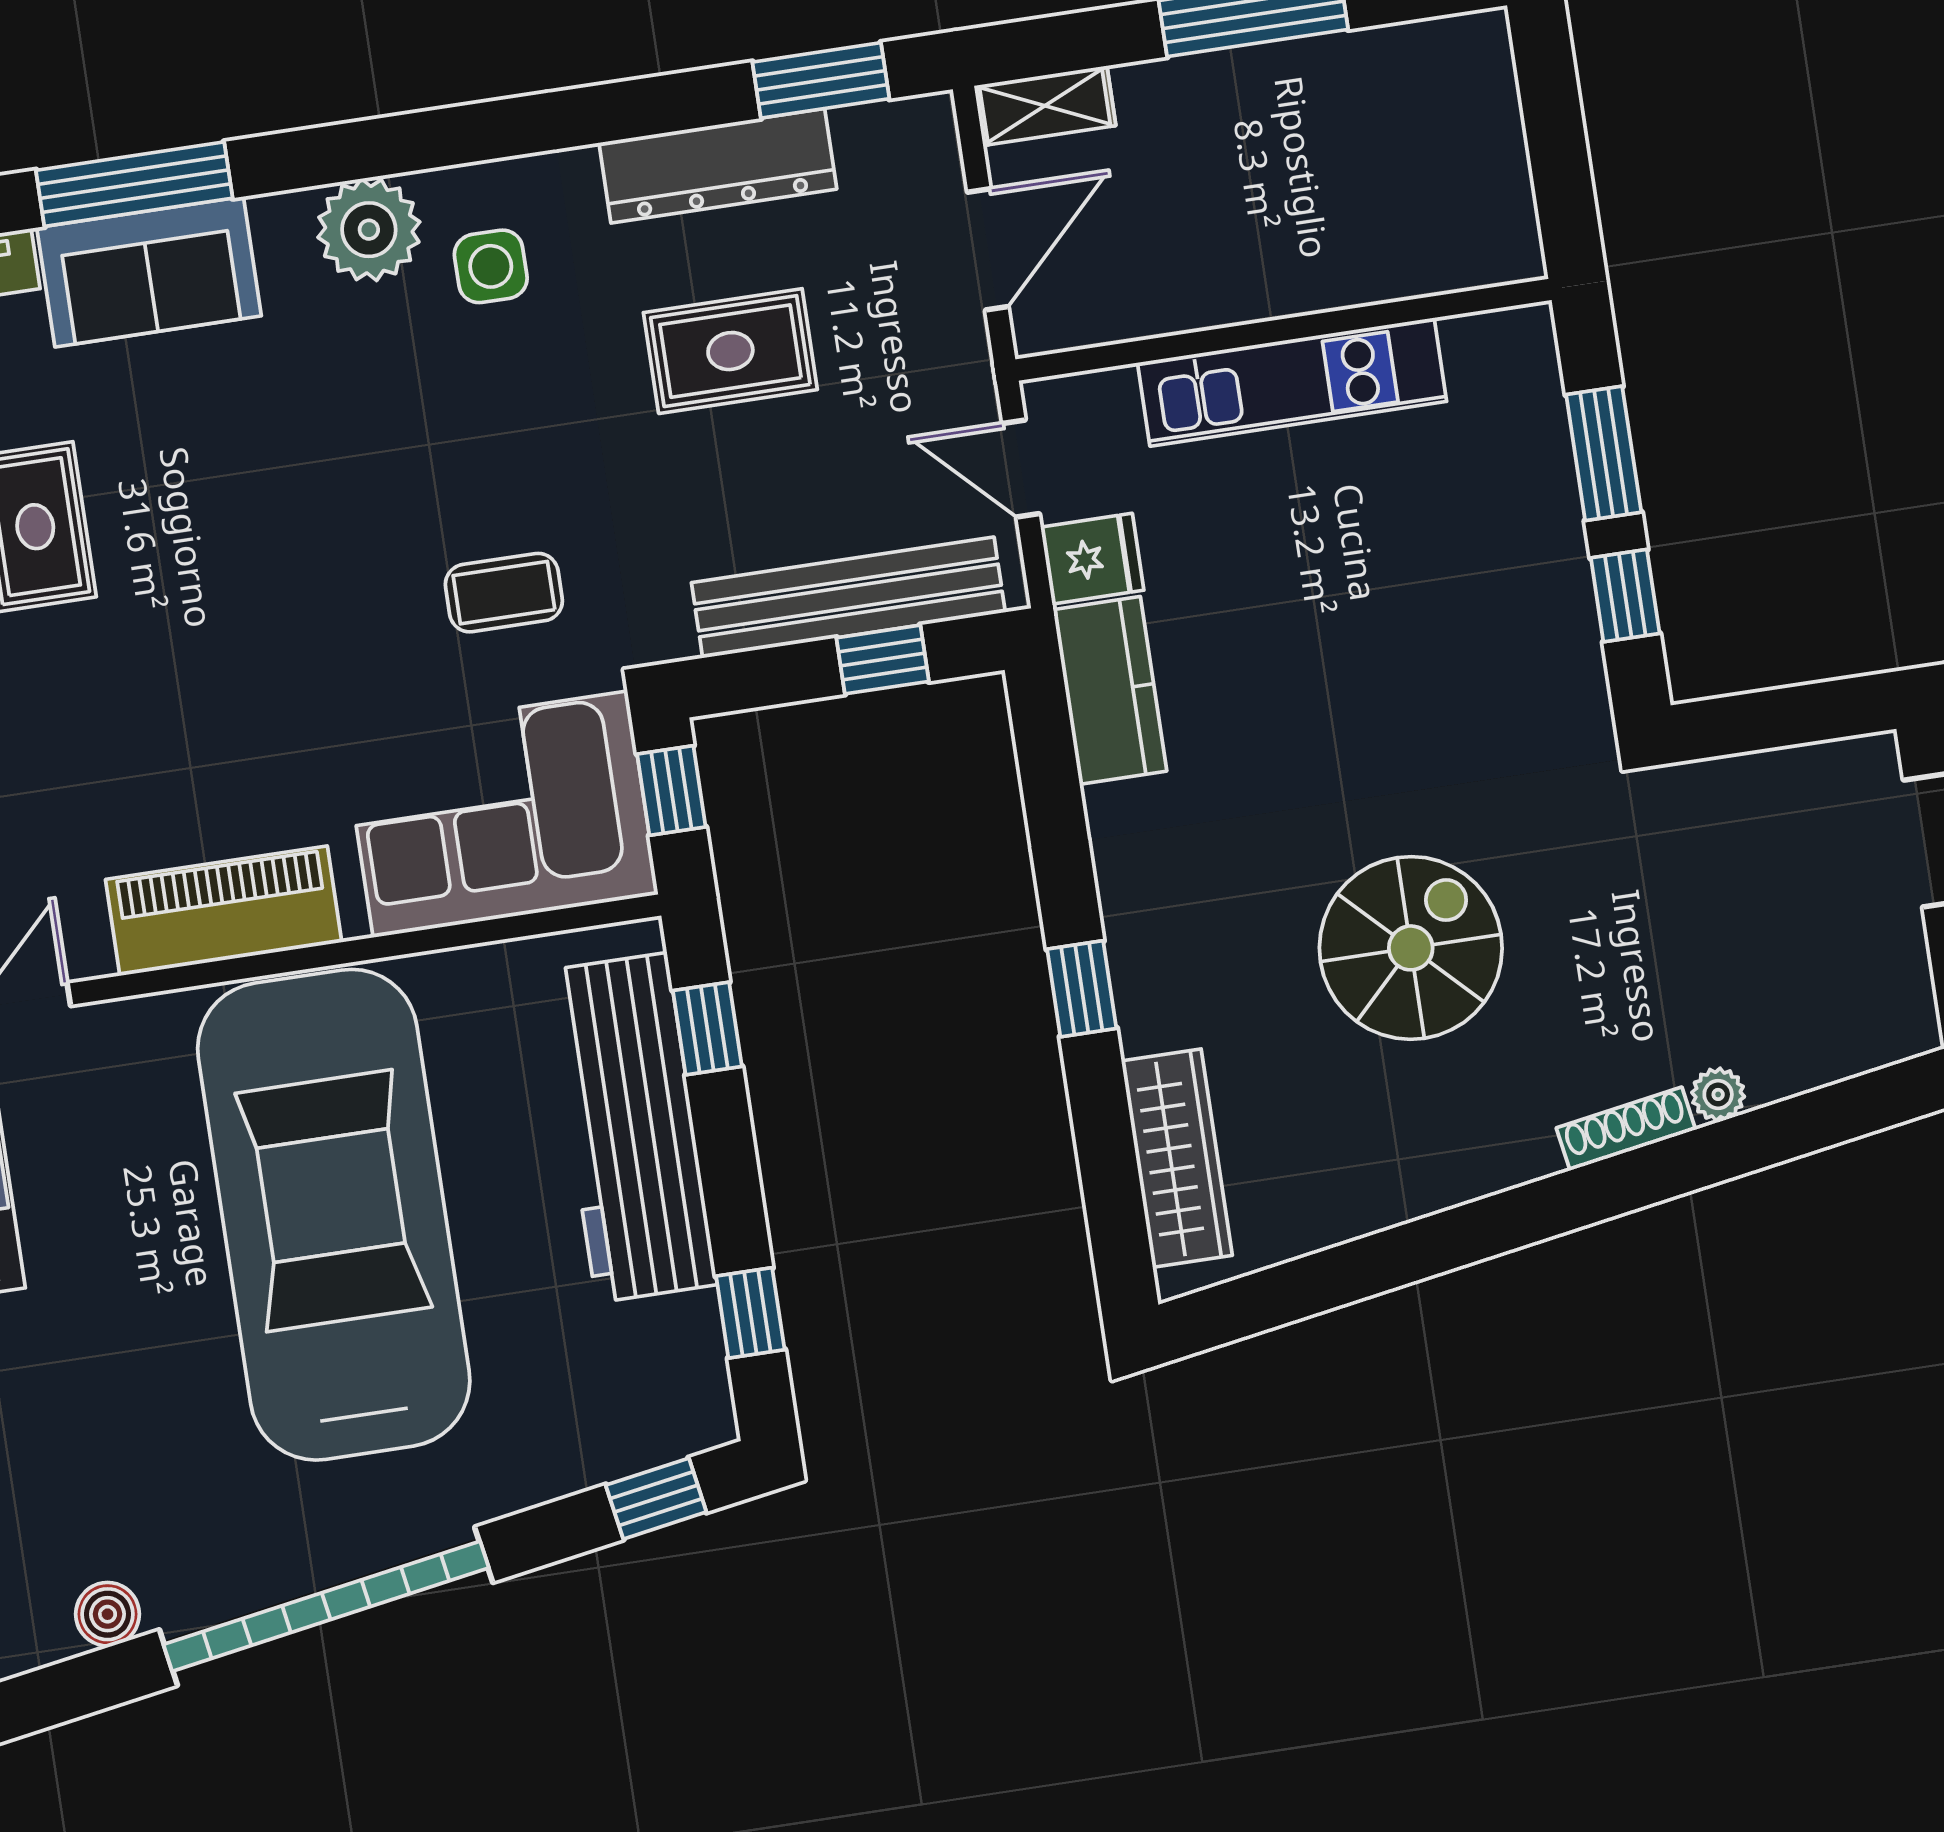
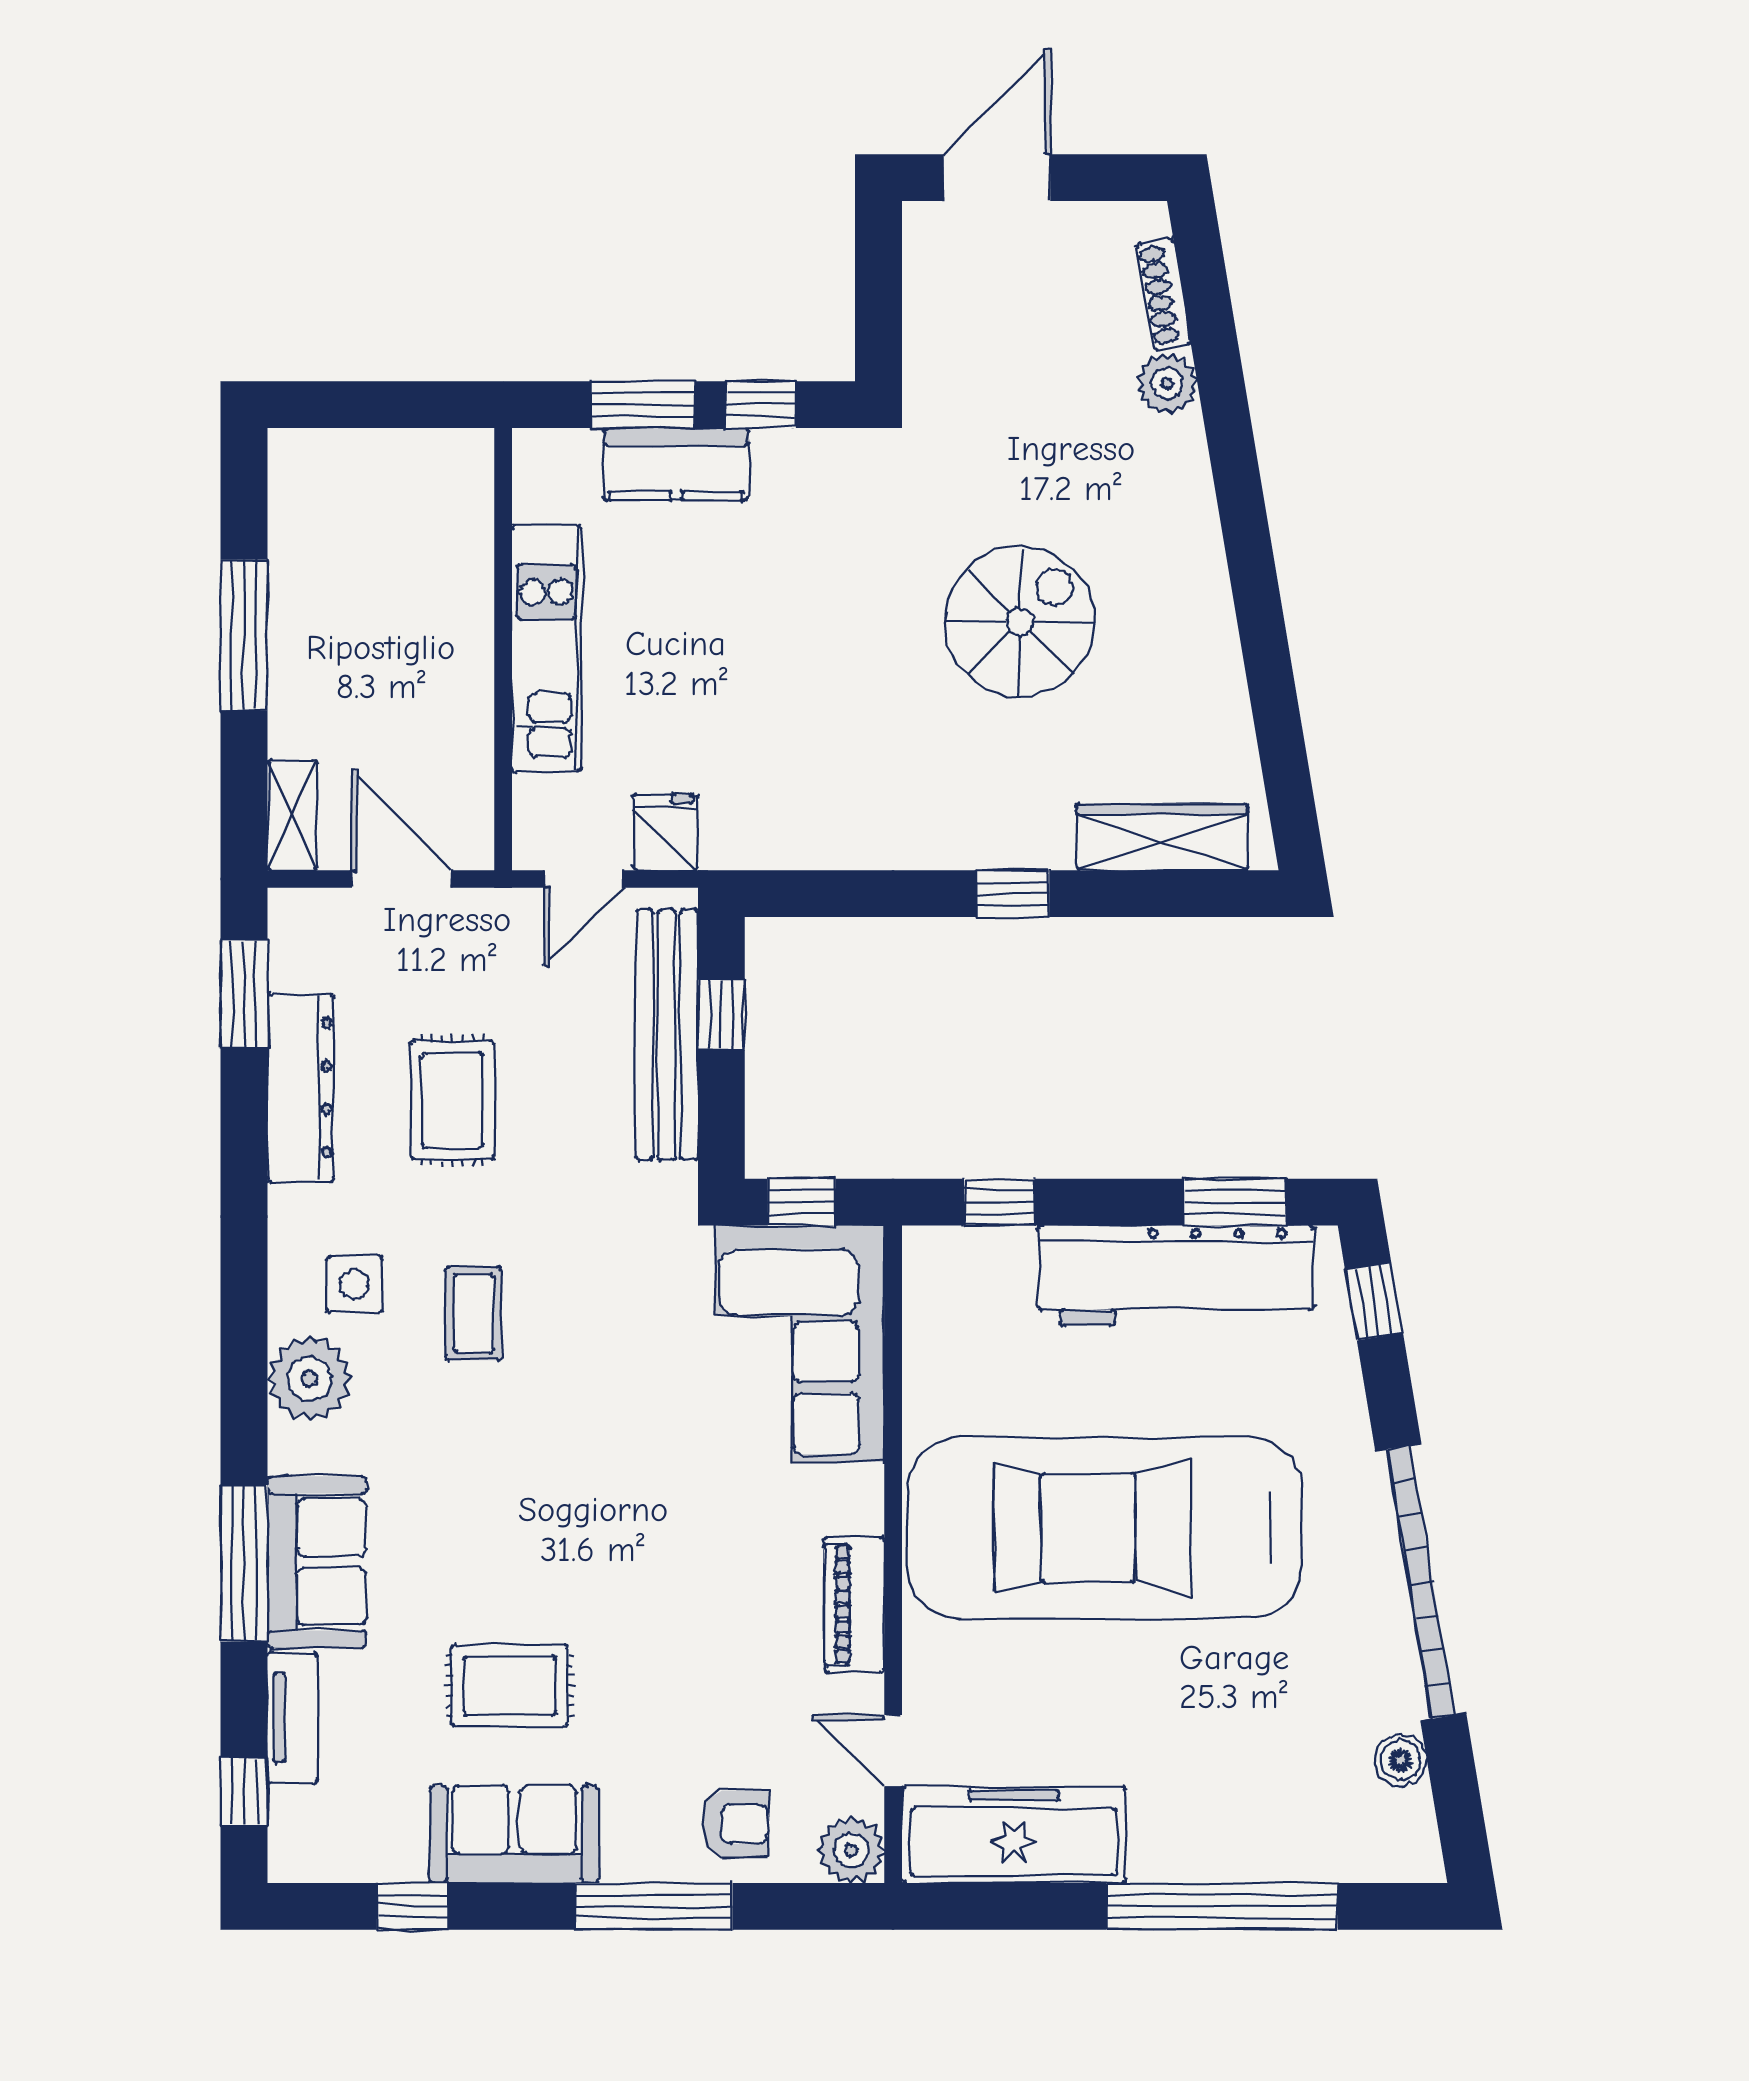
coffee table: (504, 593) -> (474, 1313), moved
kitchen counter: (1110, 690) -> (676, 464), moved, turned 180
piano: (224, 911) -> (854, 1605), width x0.73, depth x0.75
spiral stairs: (1411, 948) -> (1020, 622), turned 90
plant: (1718, 1094) -> (1167, 384), width x1.38, depth x1.38
workbench: (632, 1128) -> (1176, 1276), moved
shoe rack: (1626, 1129) -> (1164, 294), moved
window: (750, 1313) -> (1235, 1202), width x1.50

